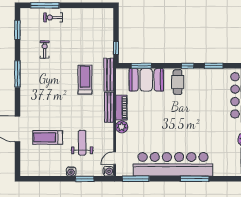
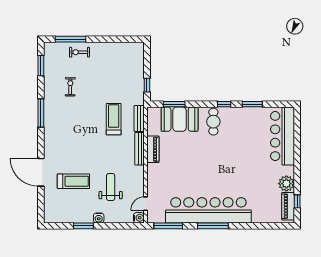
bench: (109, 75) -> (139, 119), width x0.73
plant: (122, 127) -> (153, 170), removed
treadmill: (48, 137) -> (73, 181), turned 180
window: (85, 179) -> (83, 226), moved
window: (195, 179) -> (213, 226), moved

